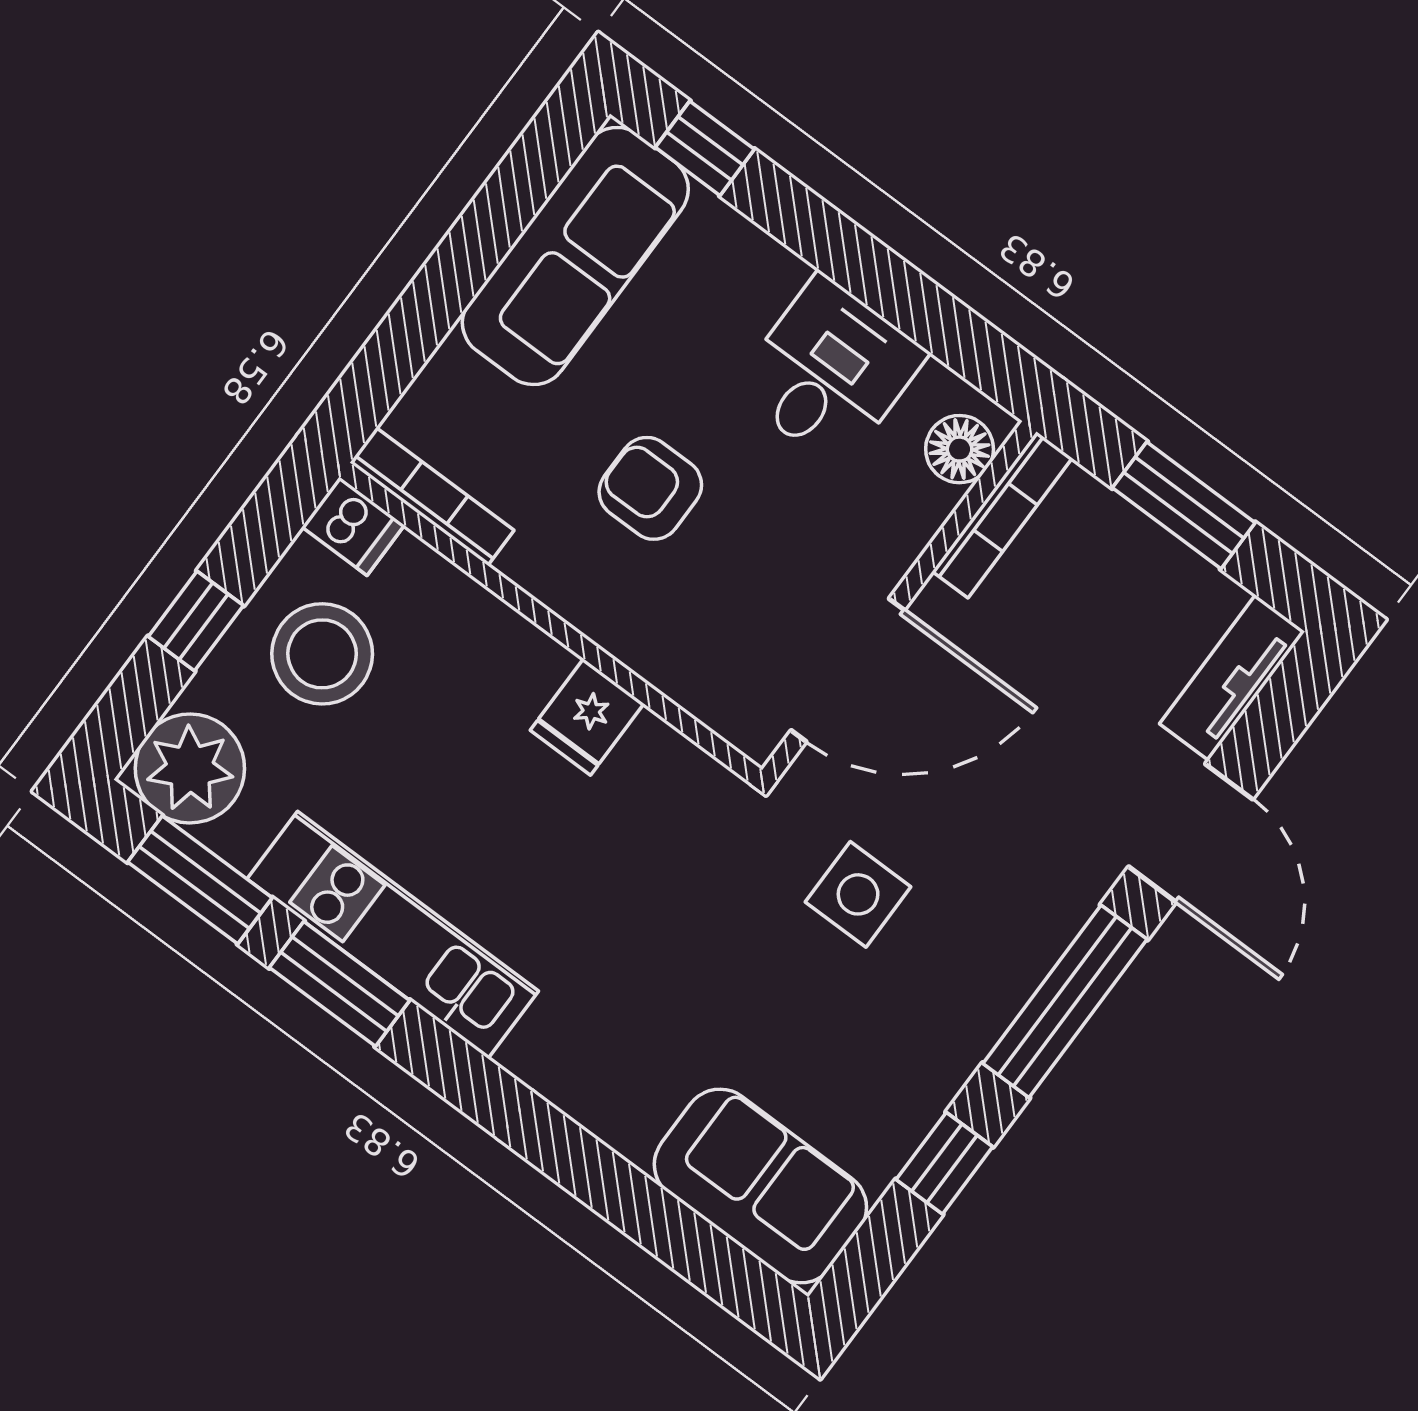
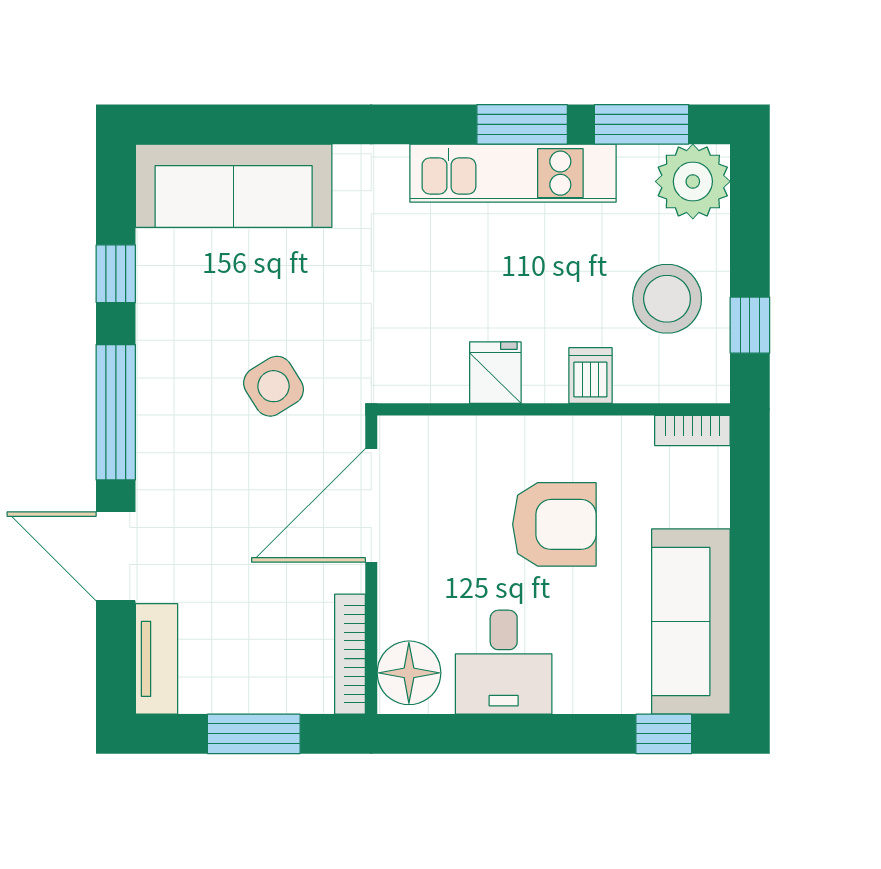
floor lamp: (960, 449) -> (409, 673), width x1.38, depth x1.38
armchair: (650, 488) -> (554, 524), width x1.38, depth x1.38
bookcase: (432, 496) -> (692, 430), width x0.64
dishwasher: (353, 526) -> (590, 376), moved, turned 90
window: (196, 621) -> (750, 325), moved
side table: (858, 894) -> (274, 386), turned -32
sofa: (760, 1186) -> (234, 186), width x1.36

